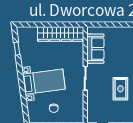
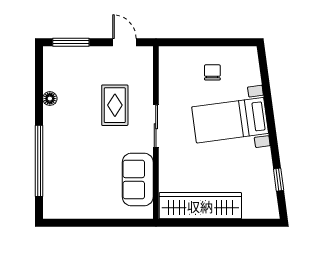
rug: (120, 89) -> (115, 105), moved

